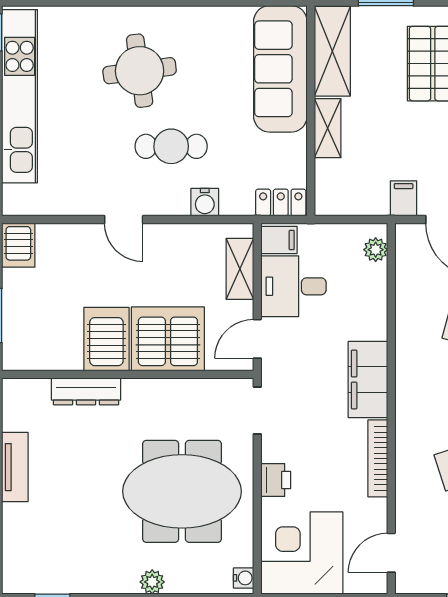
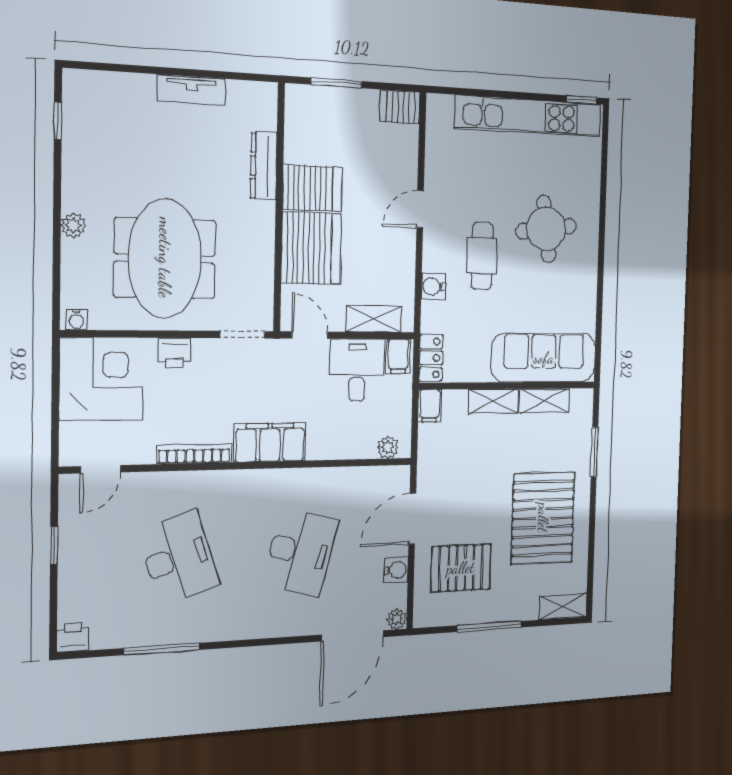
shelving: (332, 51) -> (544, 401), width x0.67, depth x0.75
filing cabinet: (404, 198) -> (430, 406), moved, turned 90
door: (391, 553) -> (101, 469), swing flipped

